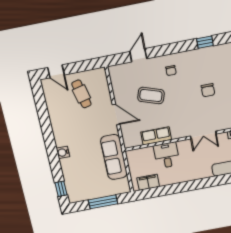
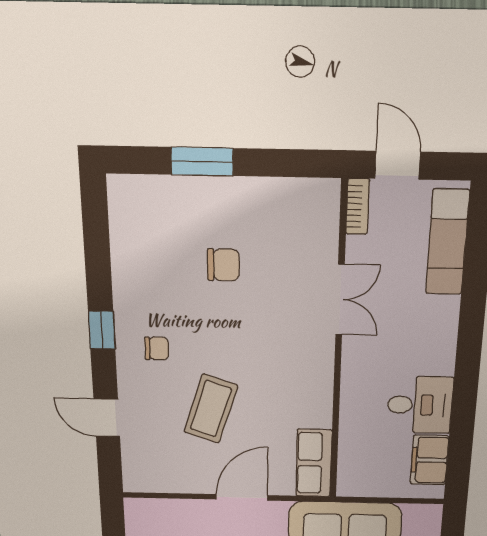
window: (205, 42) -> (102, 330), moved
row of seats: (156, 136) -> (314, 463), moved
desk: (167, 155) -> (420, 405), moved, turned 180

